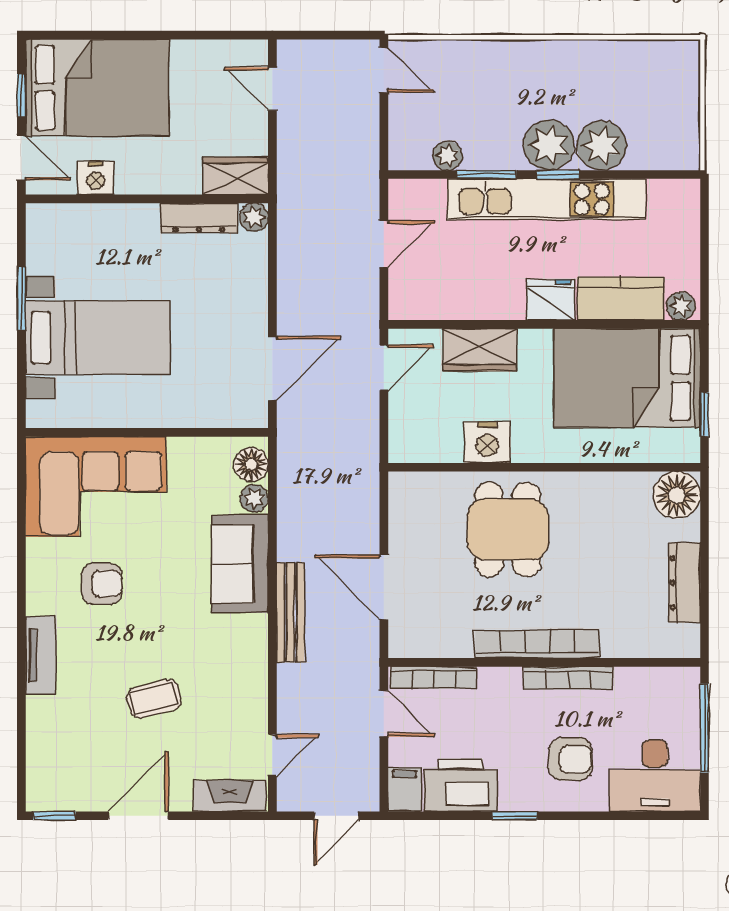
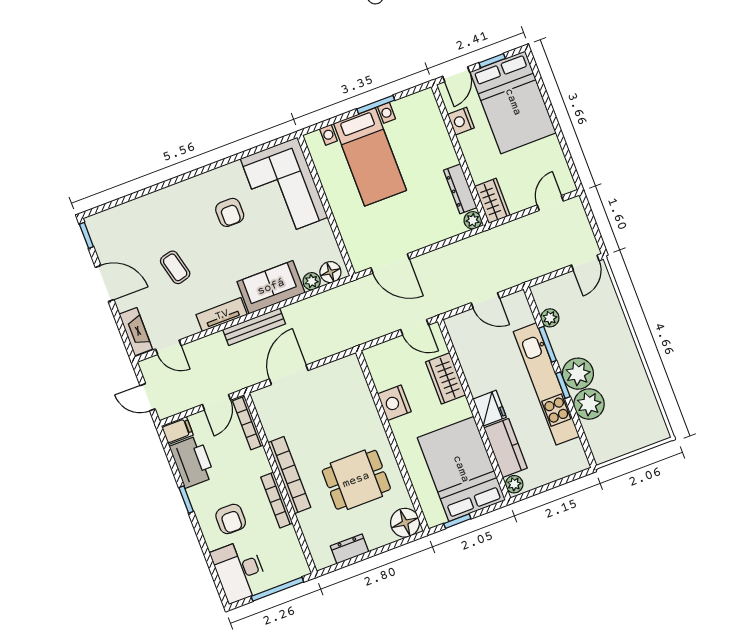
dining table: (508, 529) -> (356, 480), moved
dresser: (685, 583) -> (350, 549), width x0.70
tv unit: (41, 655) -> (222, 315), moved, turned 180

